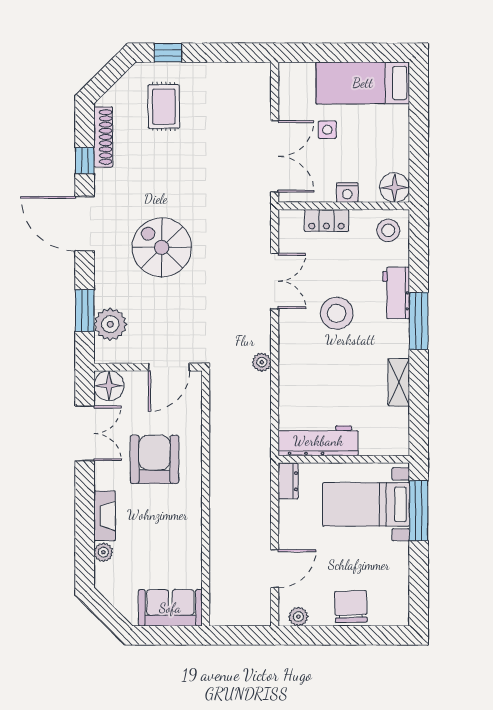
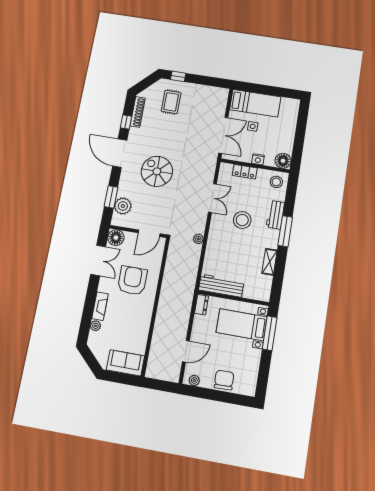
bed: (363, 83) -> (255, 103), moved, turned 180

